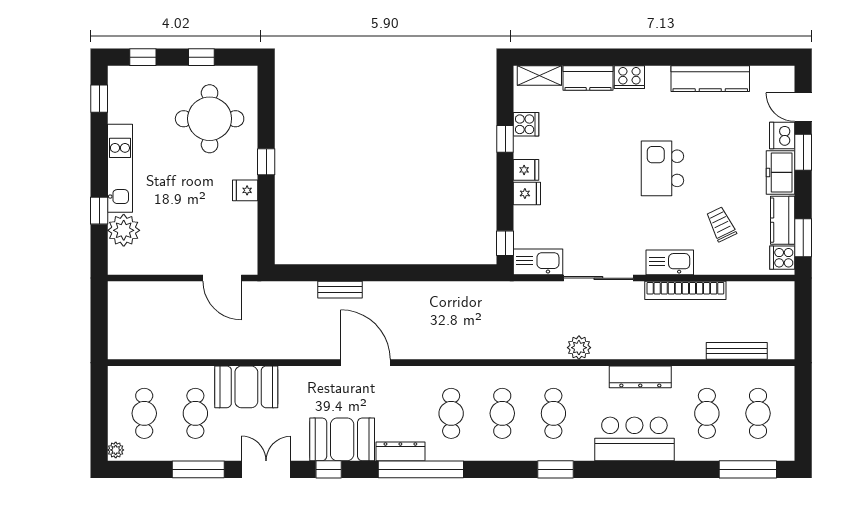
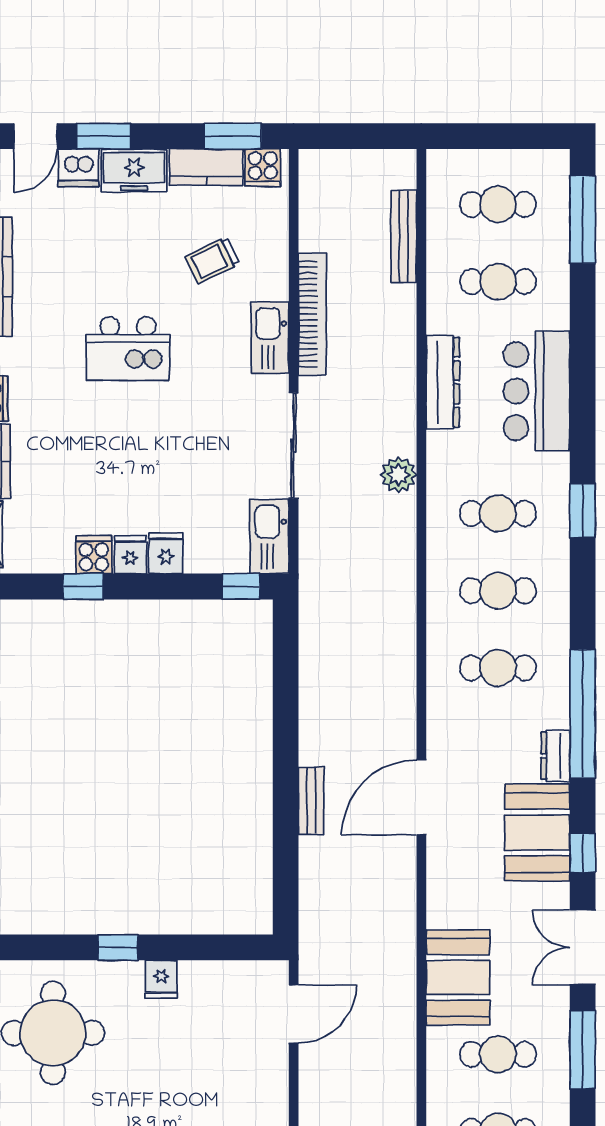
cooker: (526, 124) -> (94, 555), moved
bench: (340, 290) -> (311, 801), moved
dresser: (400, 451) -> (555, 756), width x0.70

